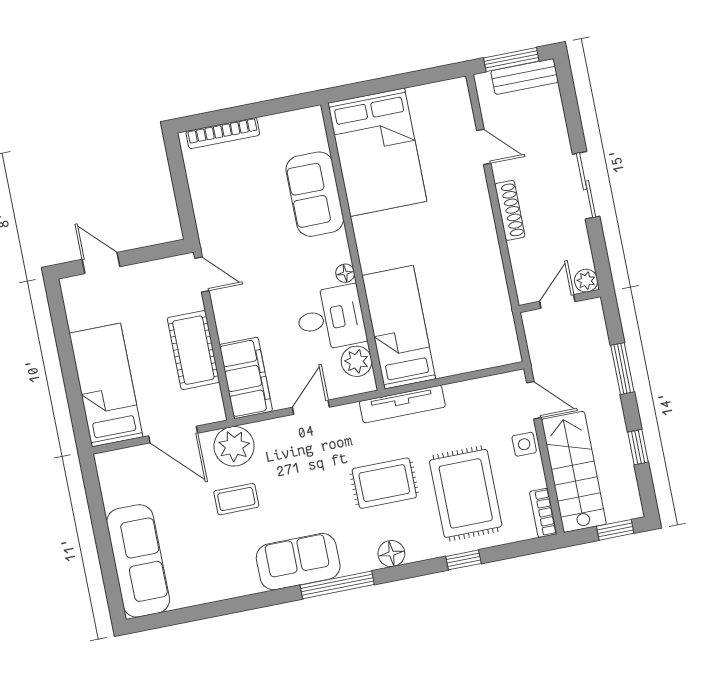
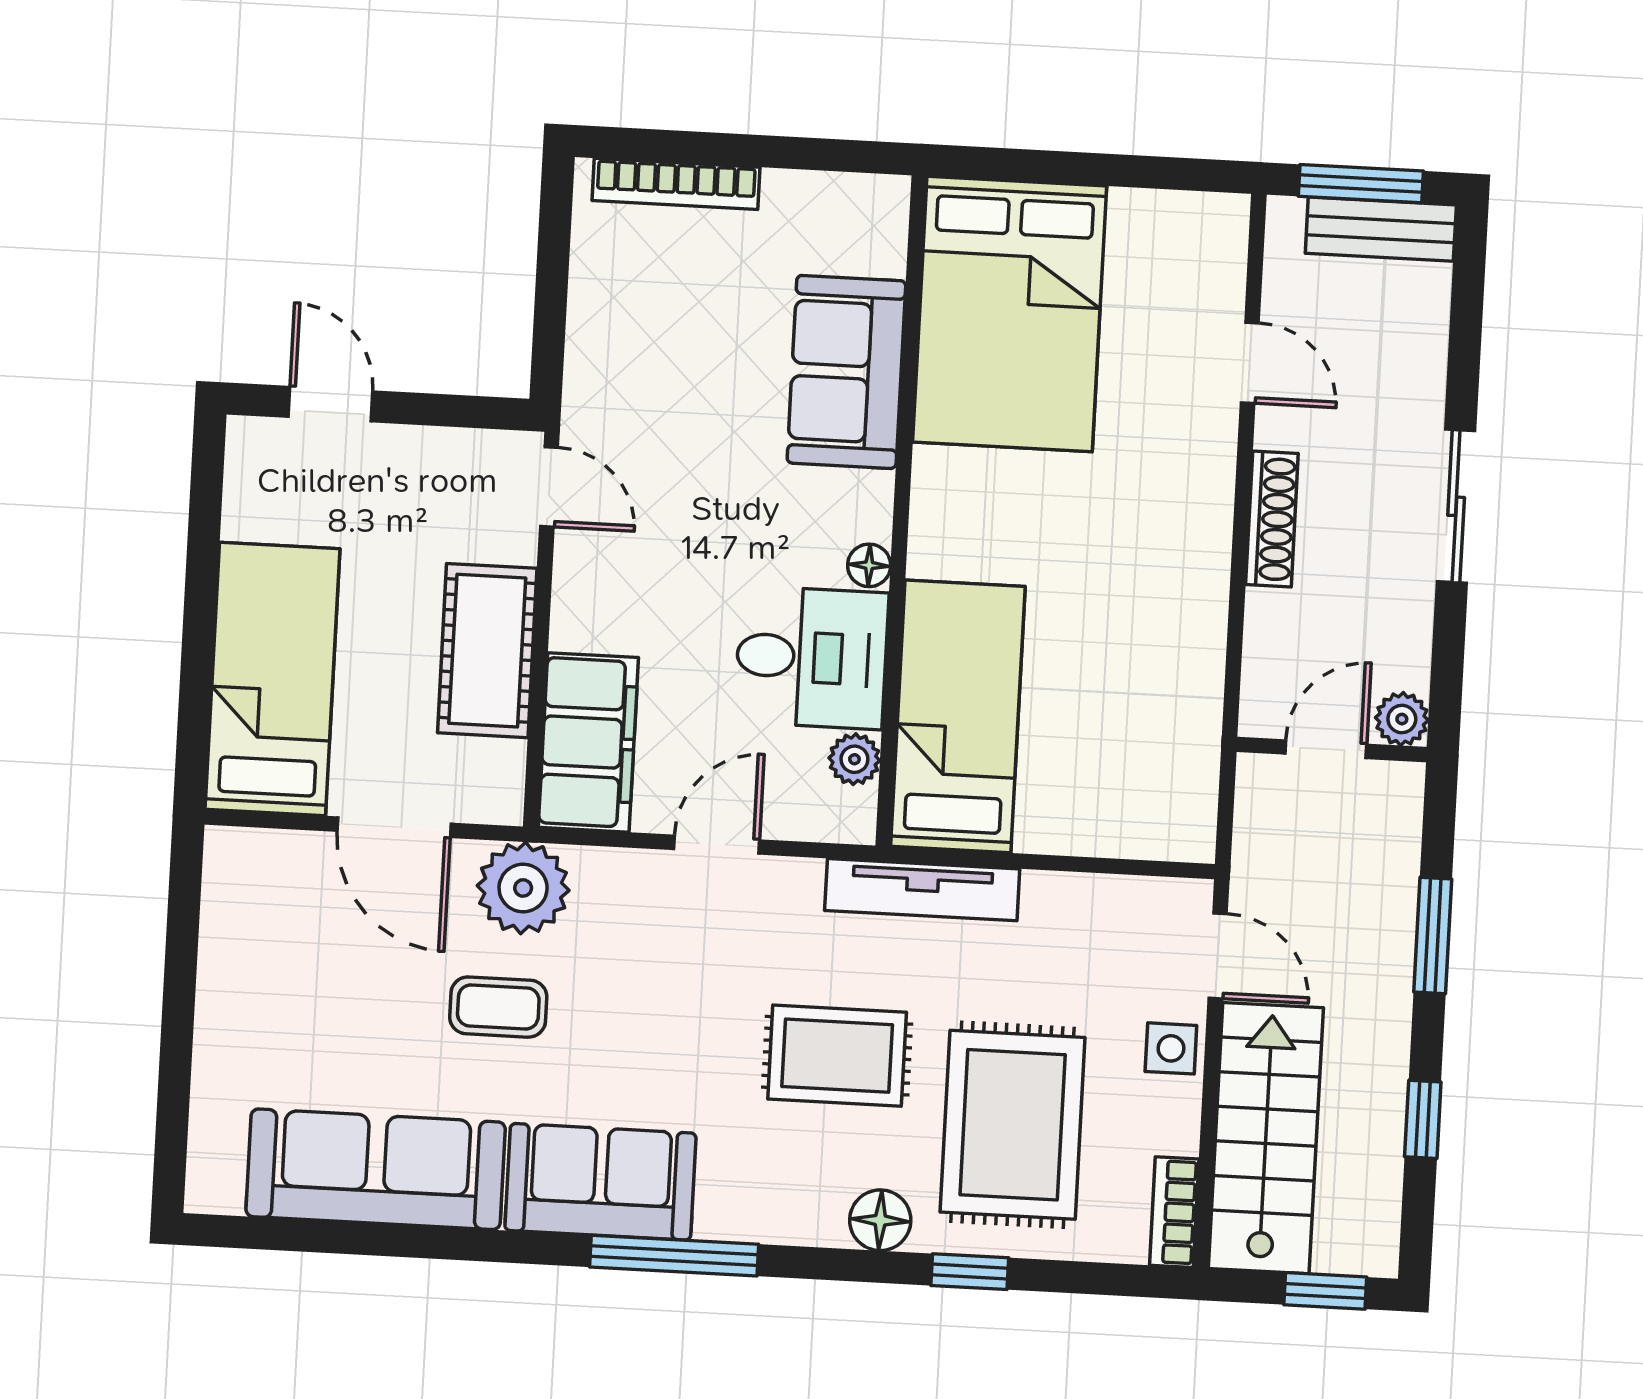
plant: (357, 361) -> (854, 759), width x0.73, depth x0.73
floor lamp: (391, 554) -> (880, 1220), moved
sofa: (138, 561) -> (376, 1169), moved, turned -90

